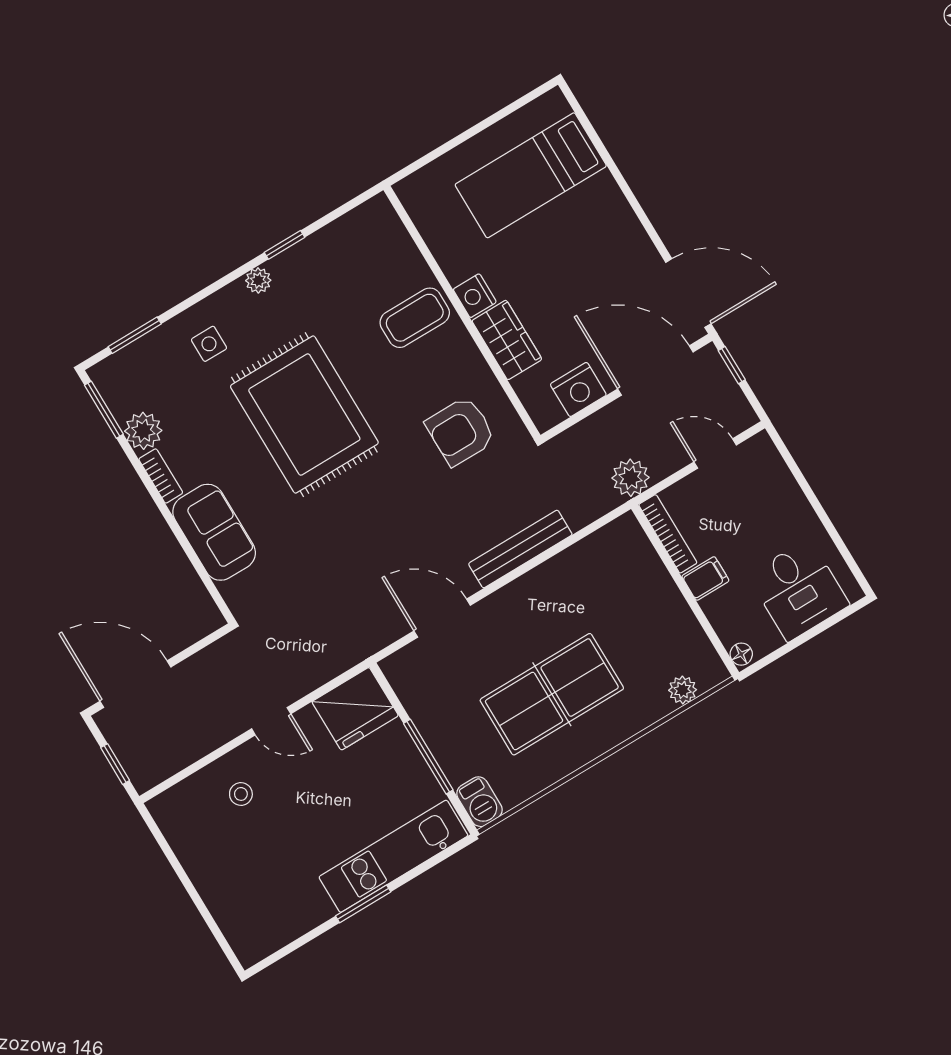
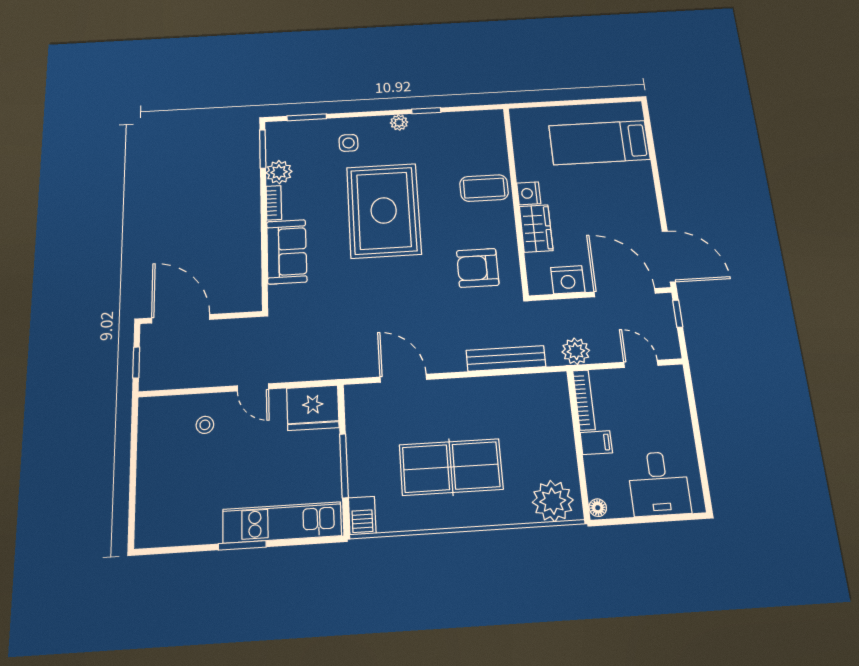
bench: (520, 549) -> (506, 358), moved
plant: (683, 690) -> (553, 501), width x1.87, depth x1.87

